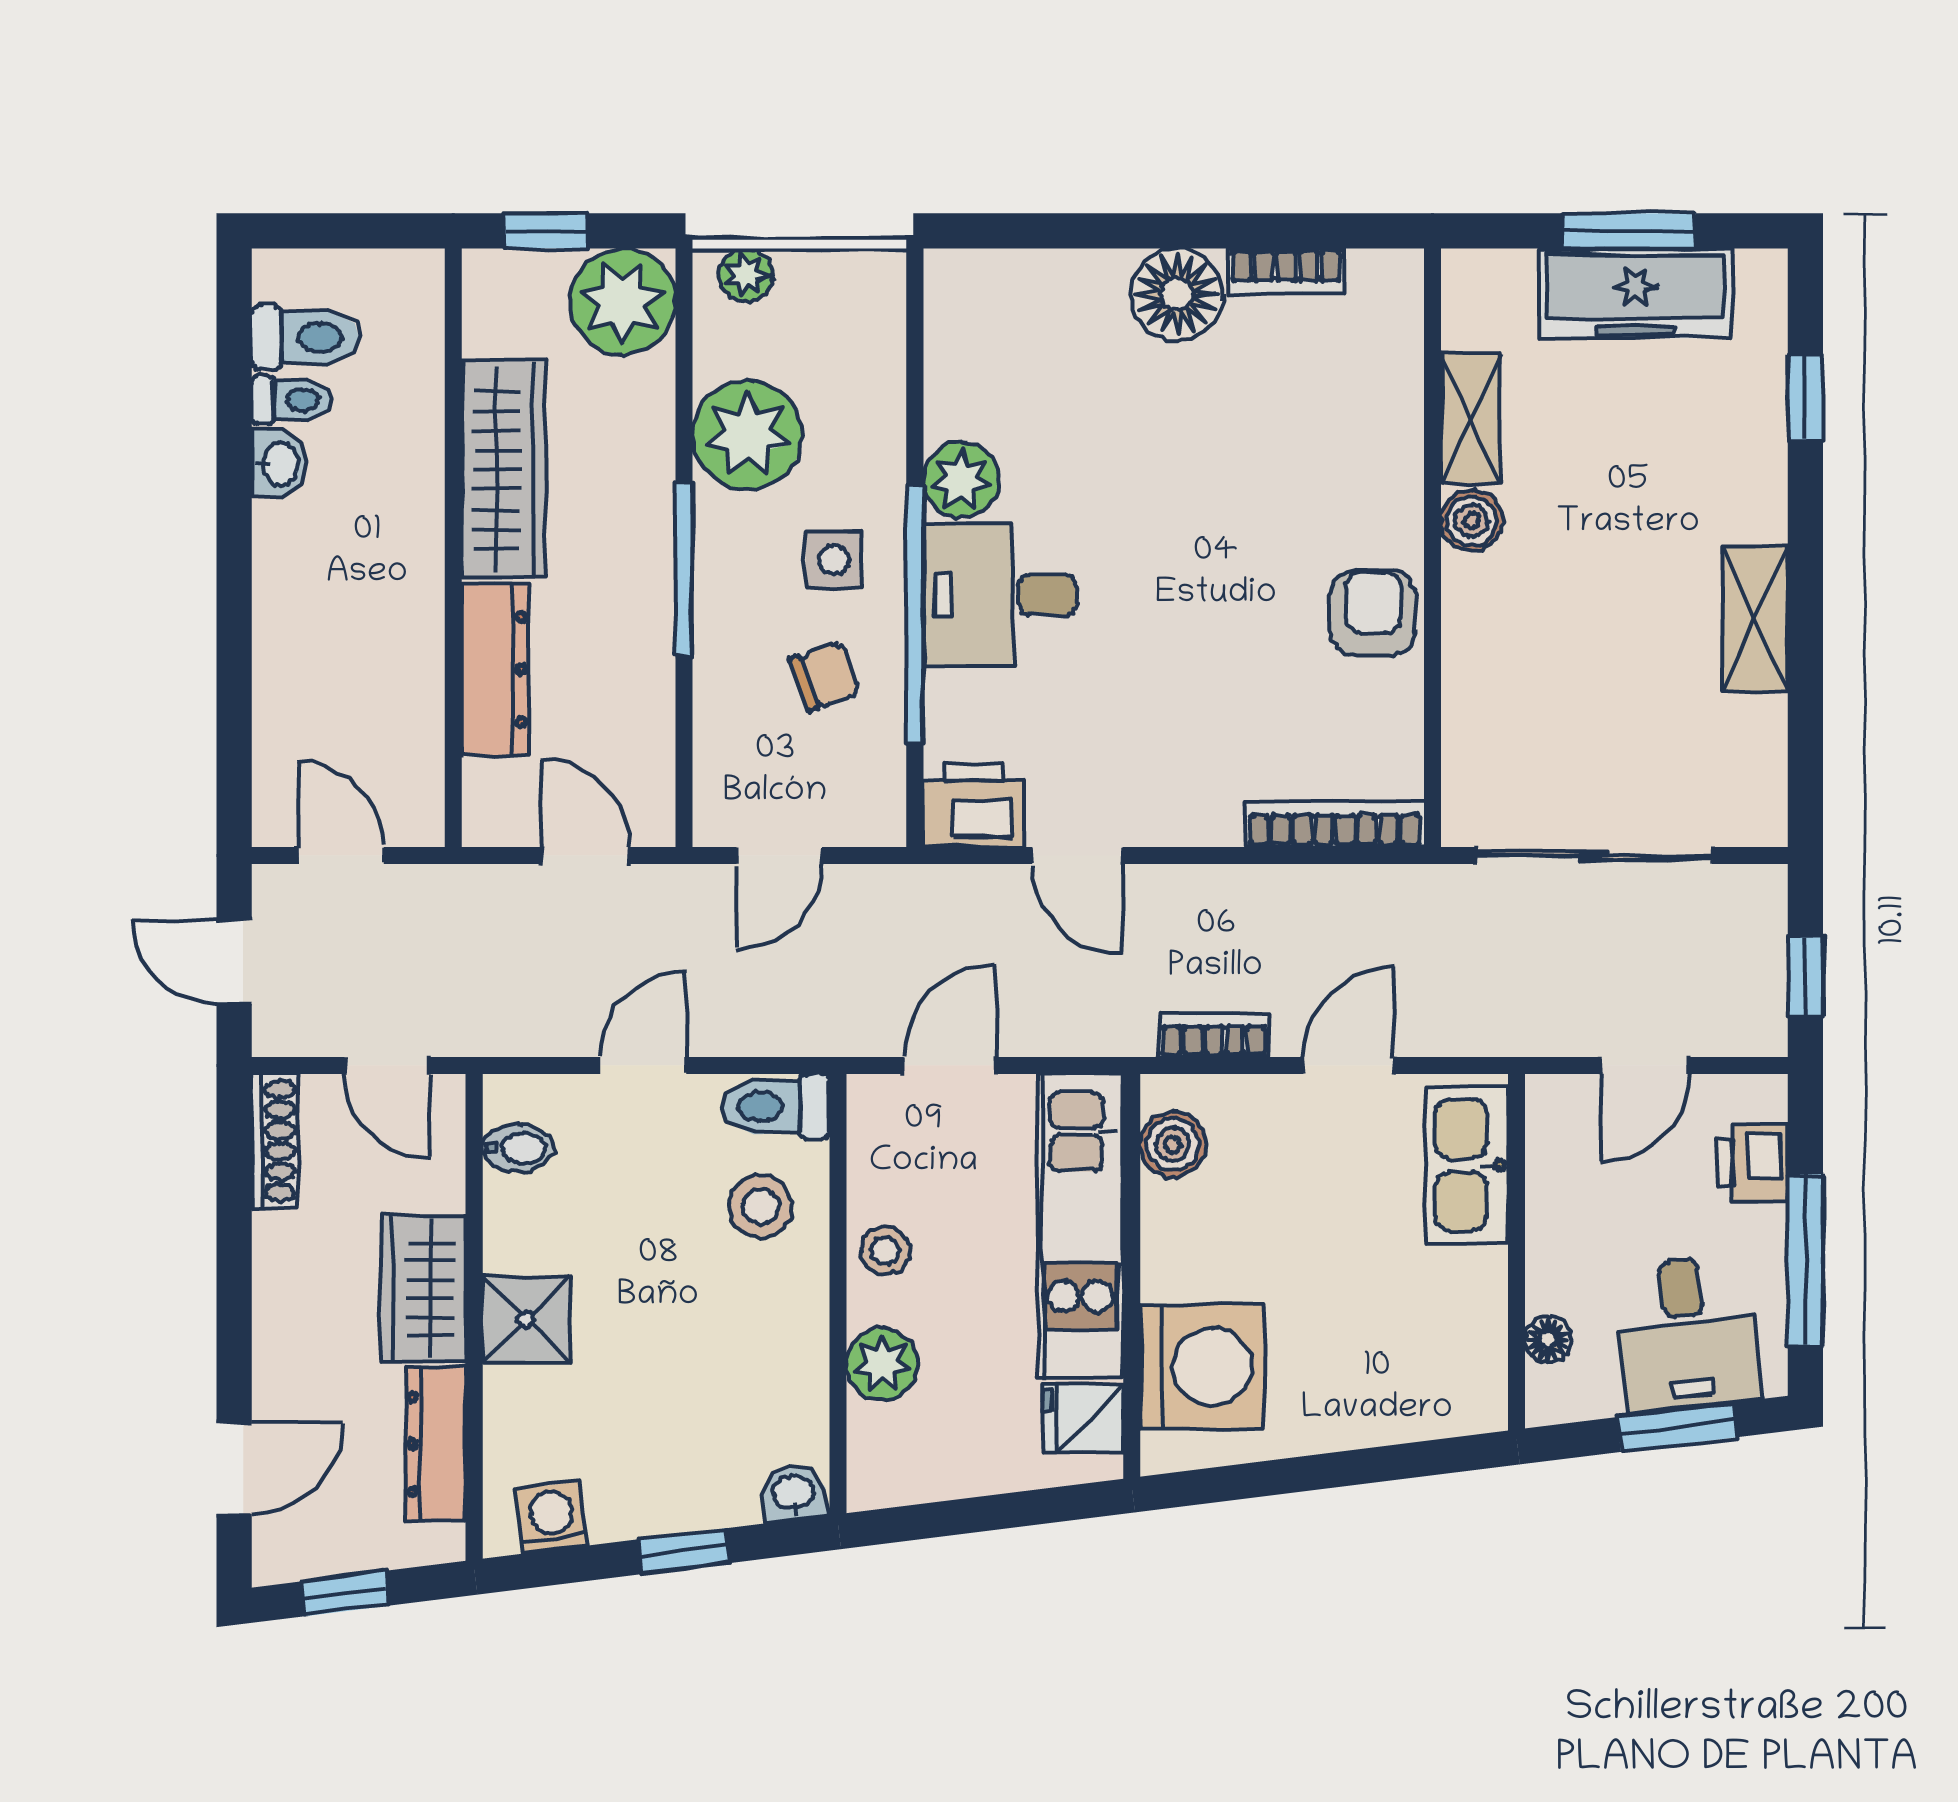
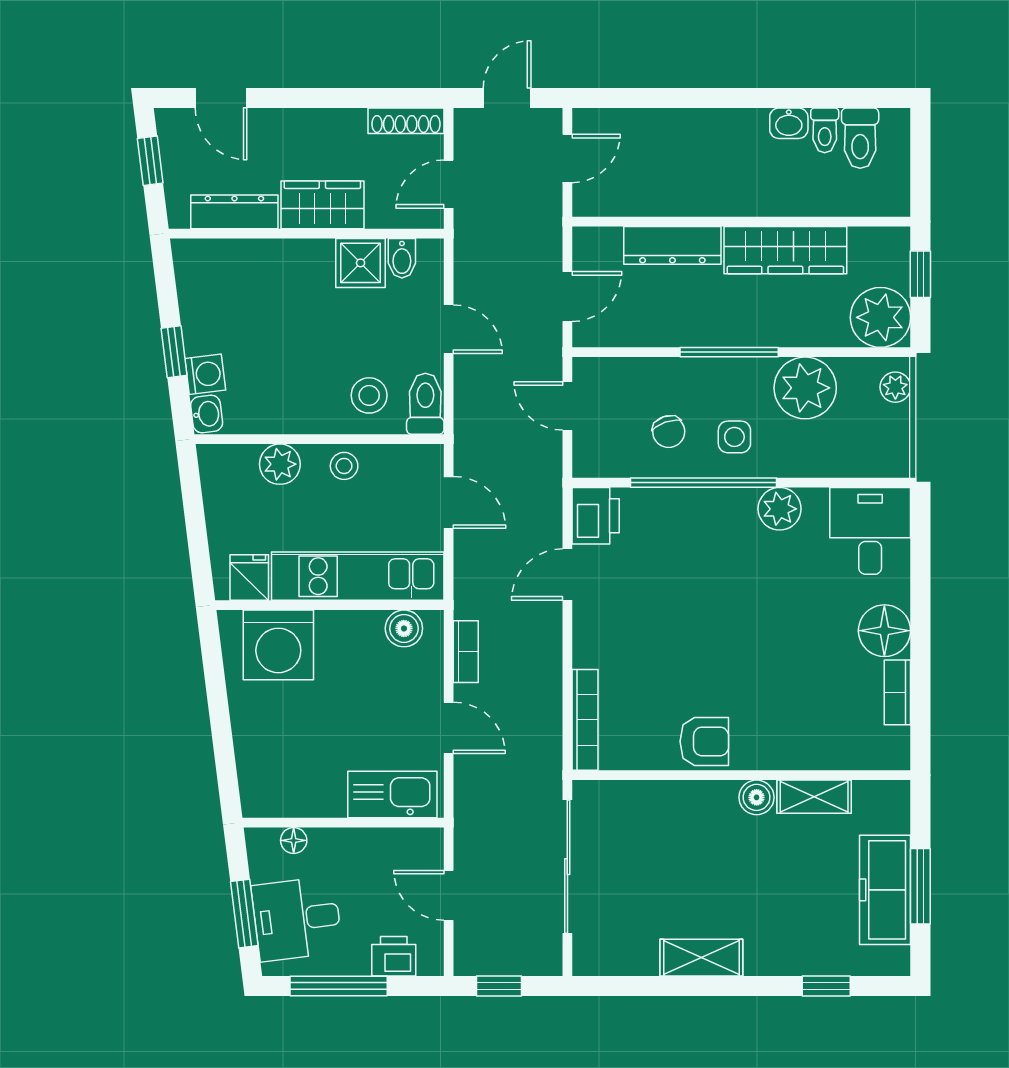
desk: (1000, 595) -> (870, 531), moved
shower: (526, 1319) -> (361, 263), moved
washing machine: (551, 1517) -> (205, 374), moved

